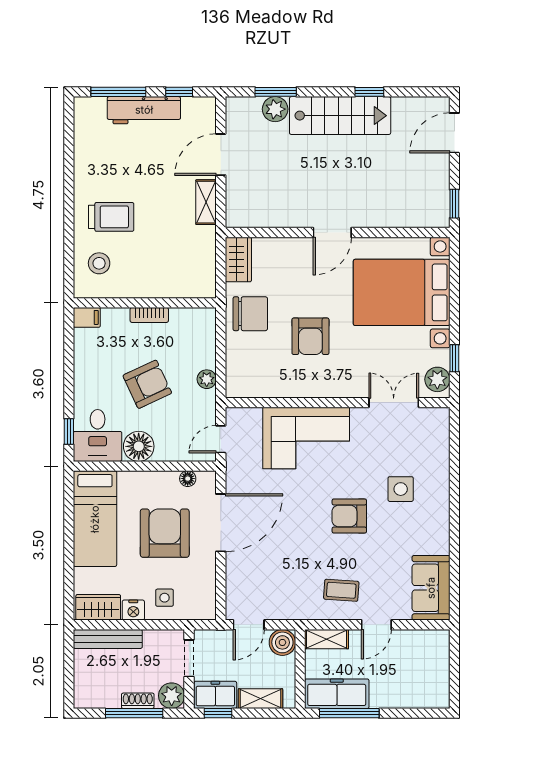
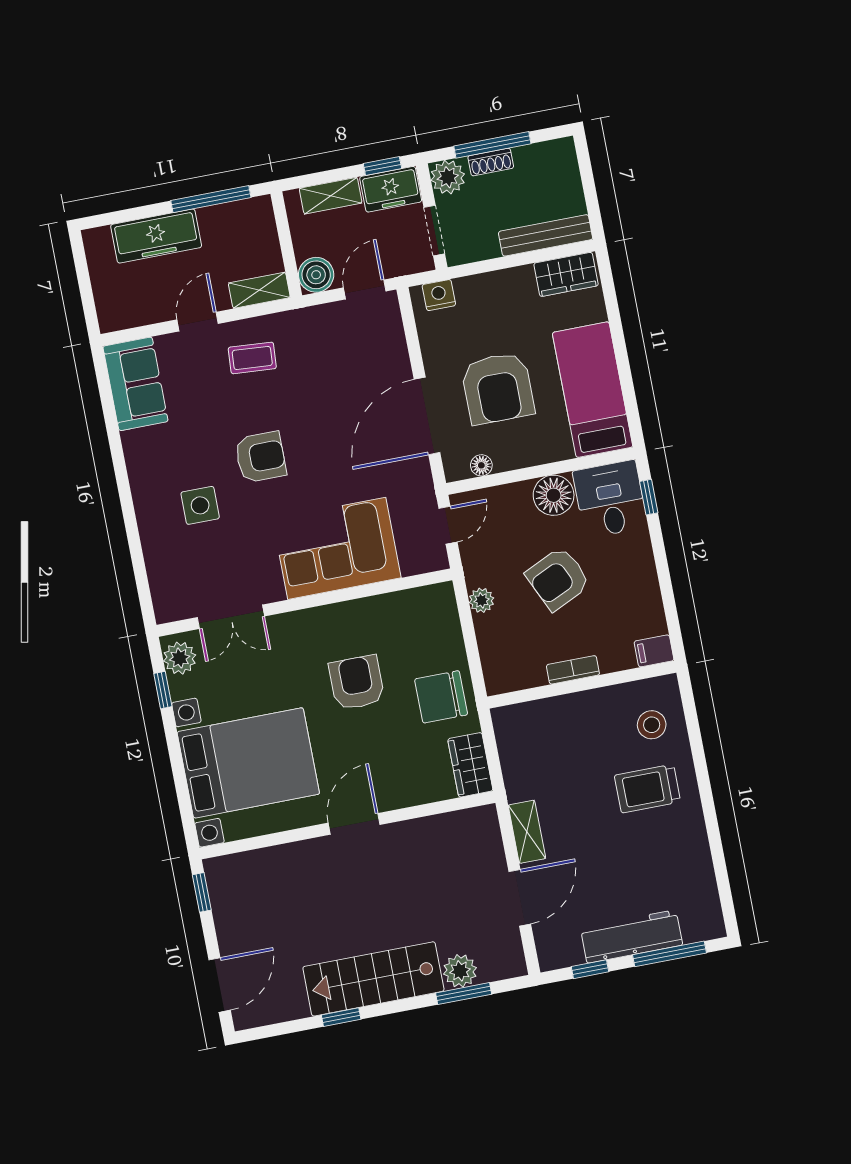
side table: (164, 598) -> (482, 304), removed
nightstand: (133, 610) -> (439, 295), moved
freezer: (337, 694) -> (156, 236), moved

